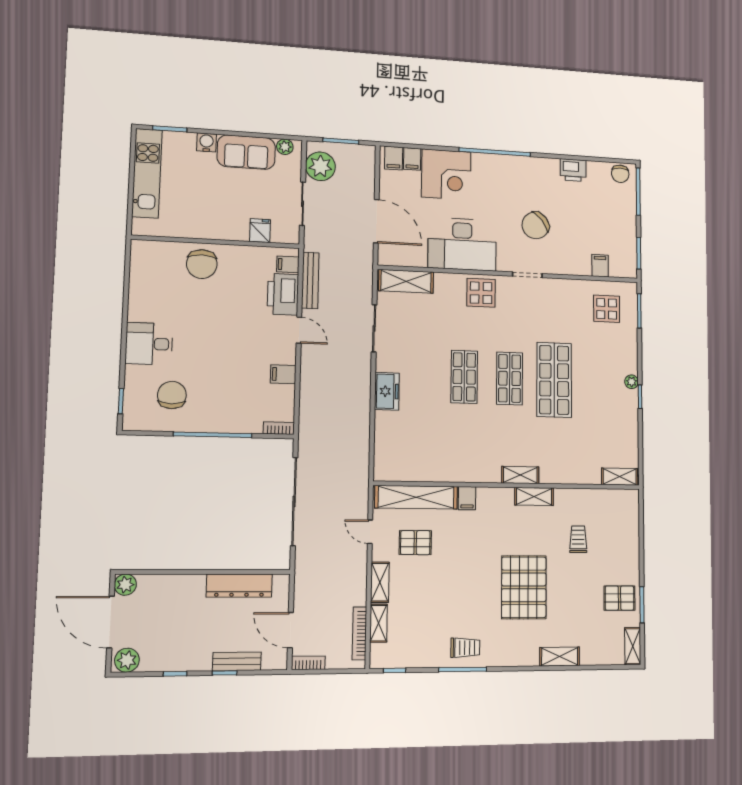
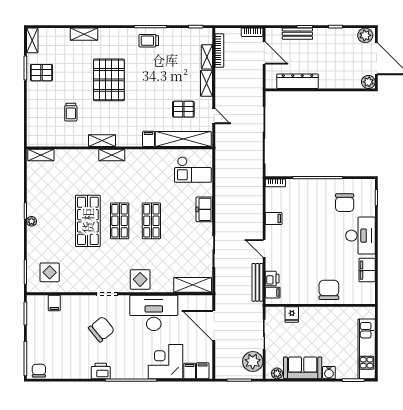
printer: (573, 170) -> (101, 371), moved
filing cabinet: (141, 291) -> (367, 270), added
printer: (283, 294) -> (272, 279), width x0.53, depth x0.68
desk: (149, 344) -> (360, 236), width x1.37
checkout: (403, 451) -> (193, 170), added

